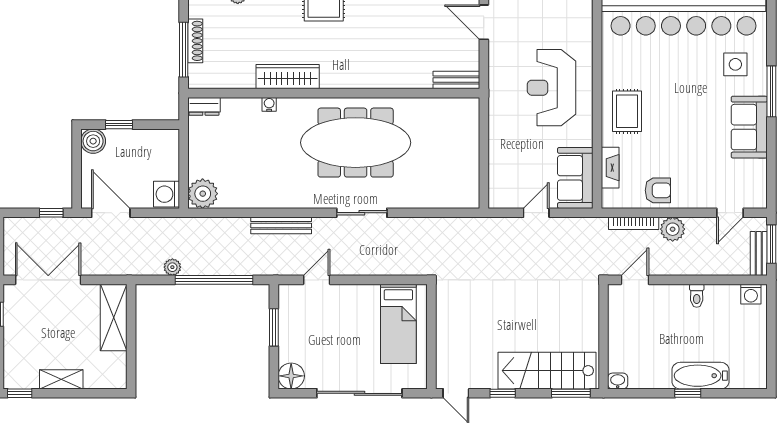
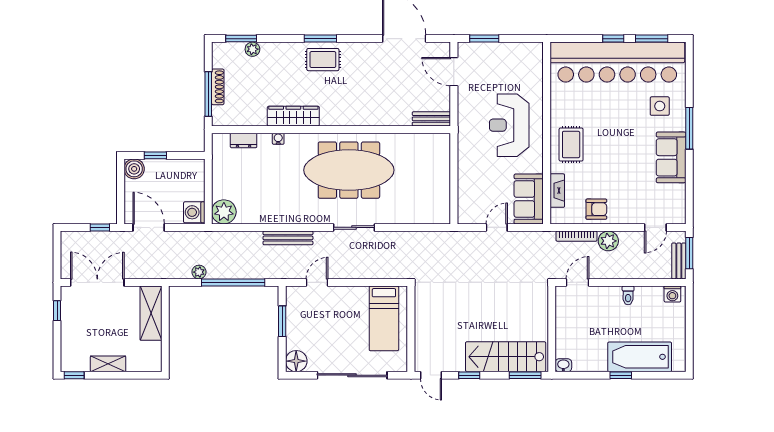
dresser: (204, 106) -> (244, 140), moved
bathtub: (700, 376) -> (640, 357), width x1.36, depth x1.36

